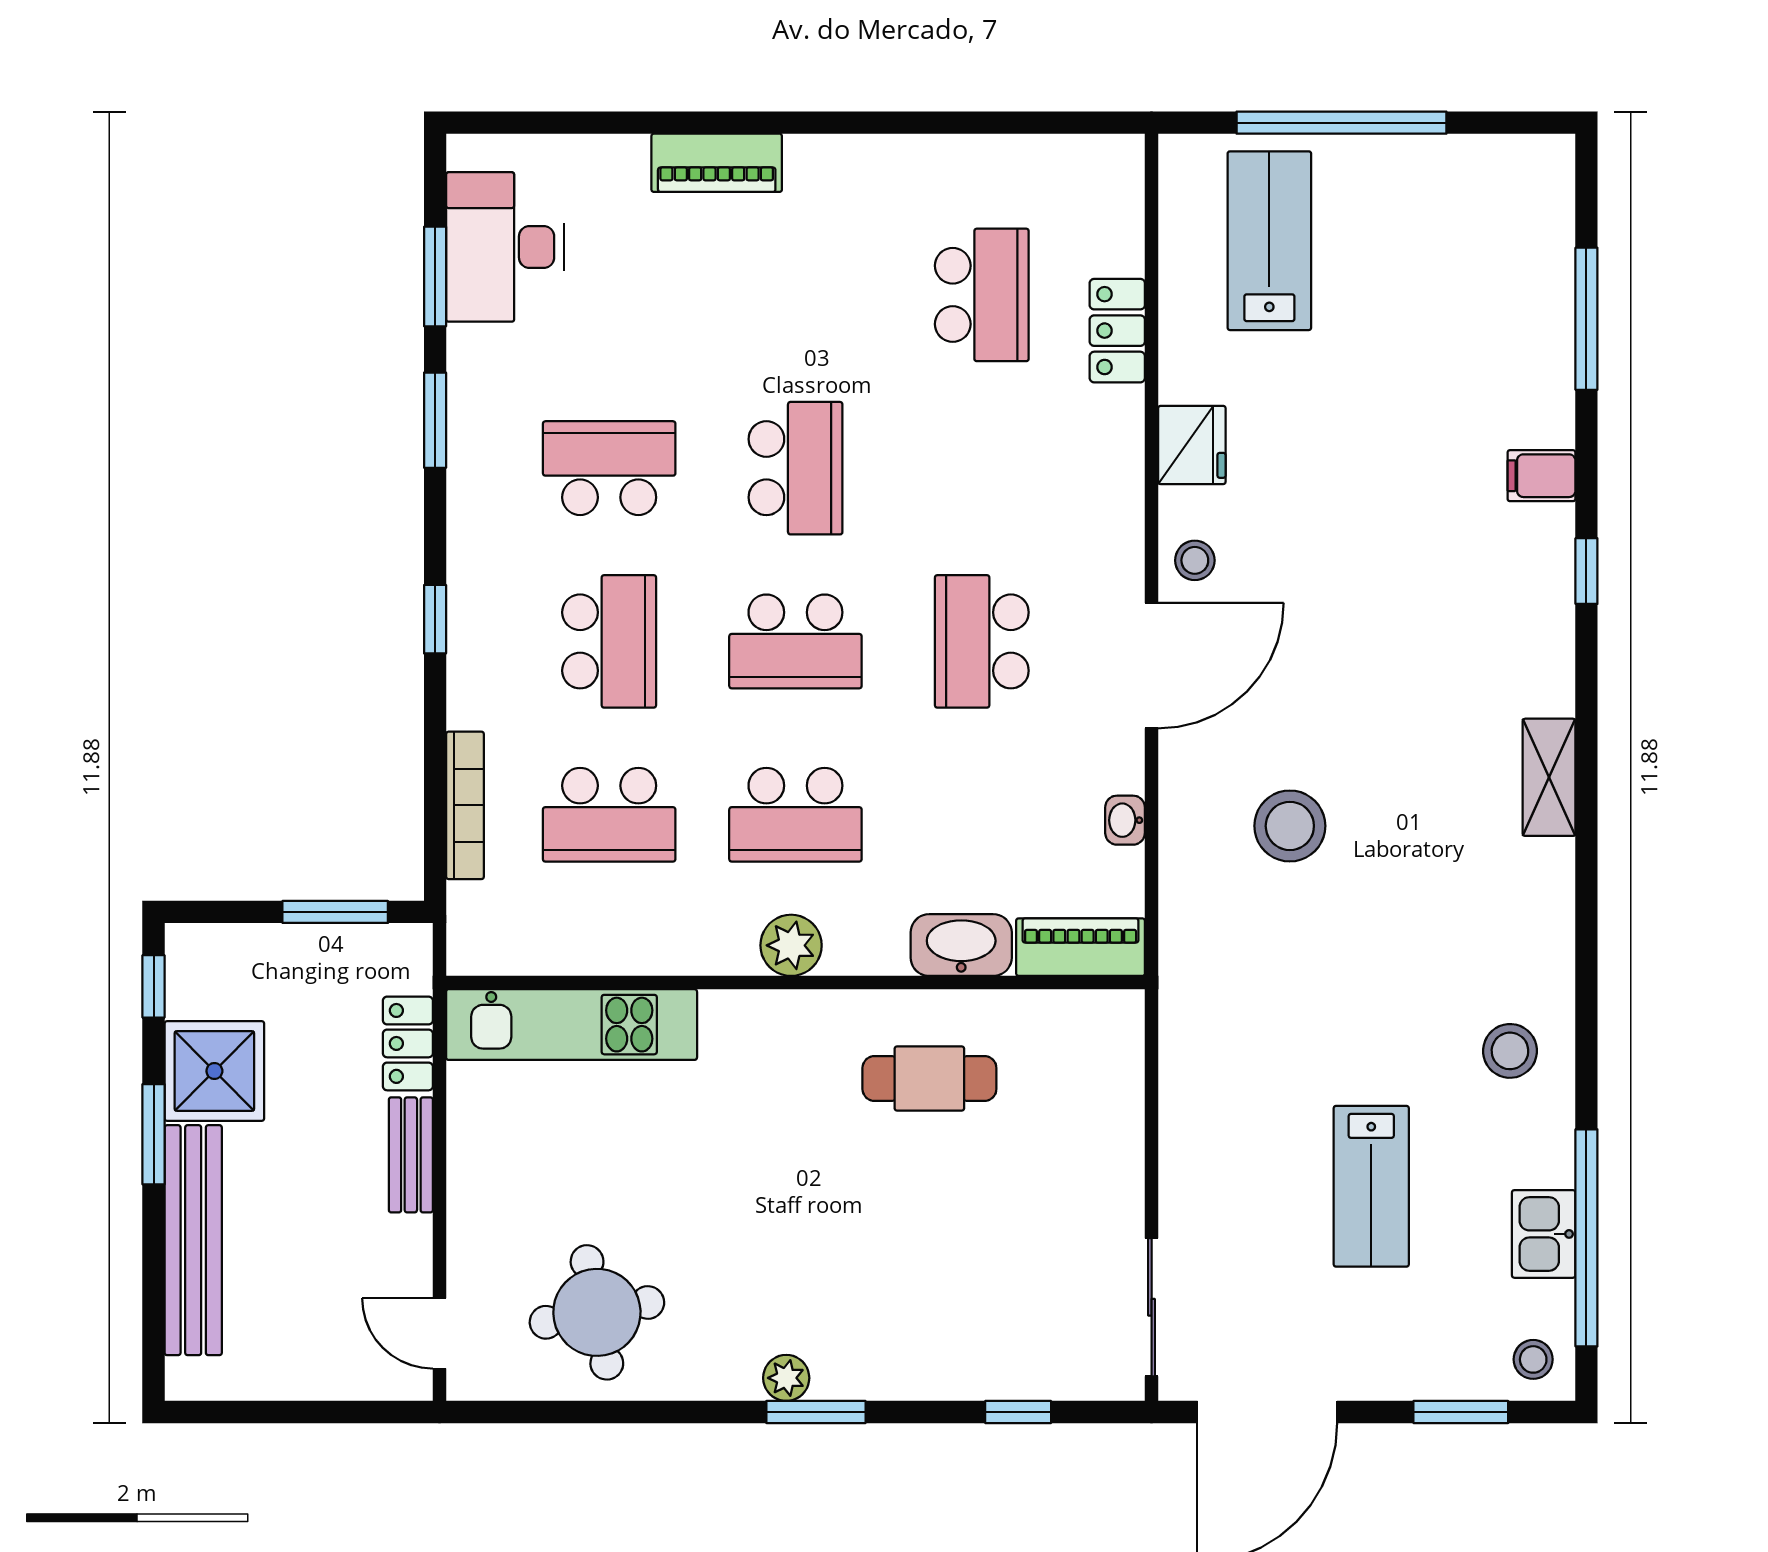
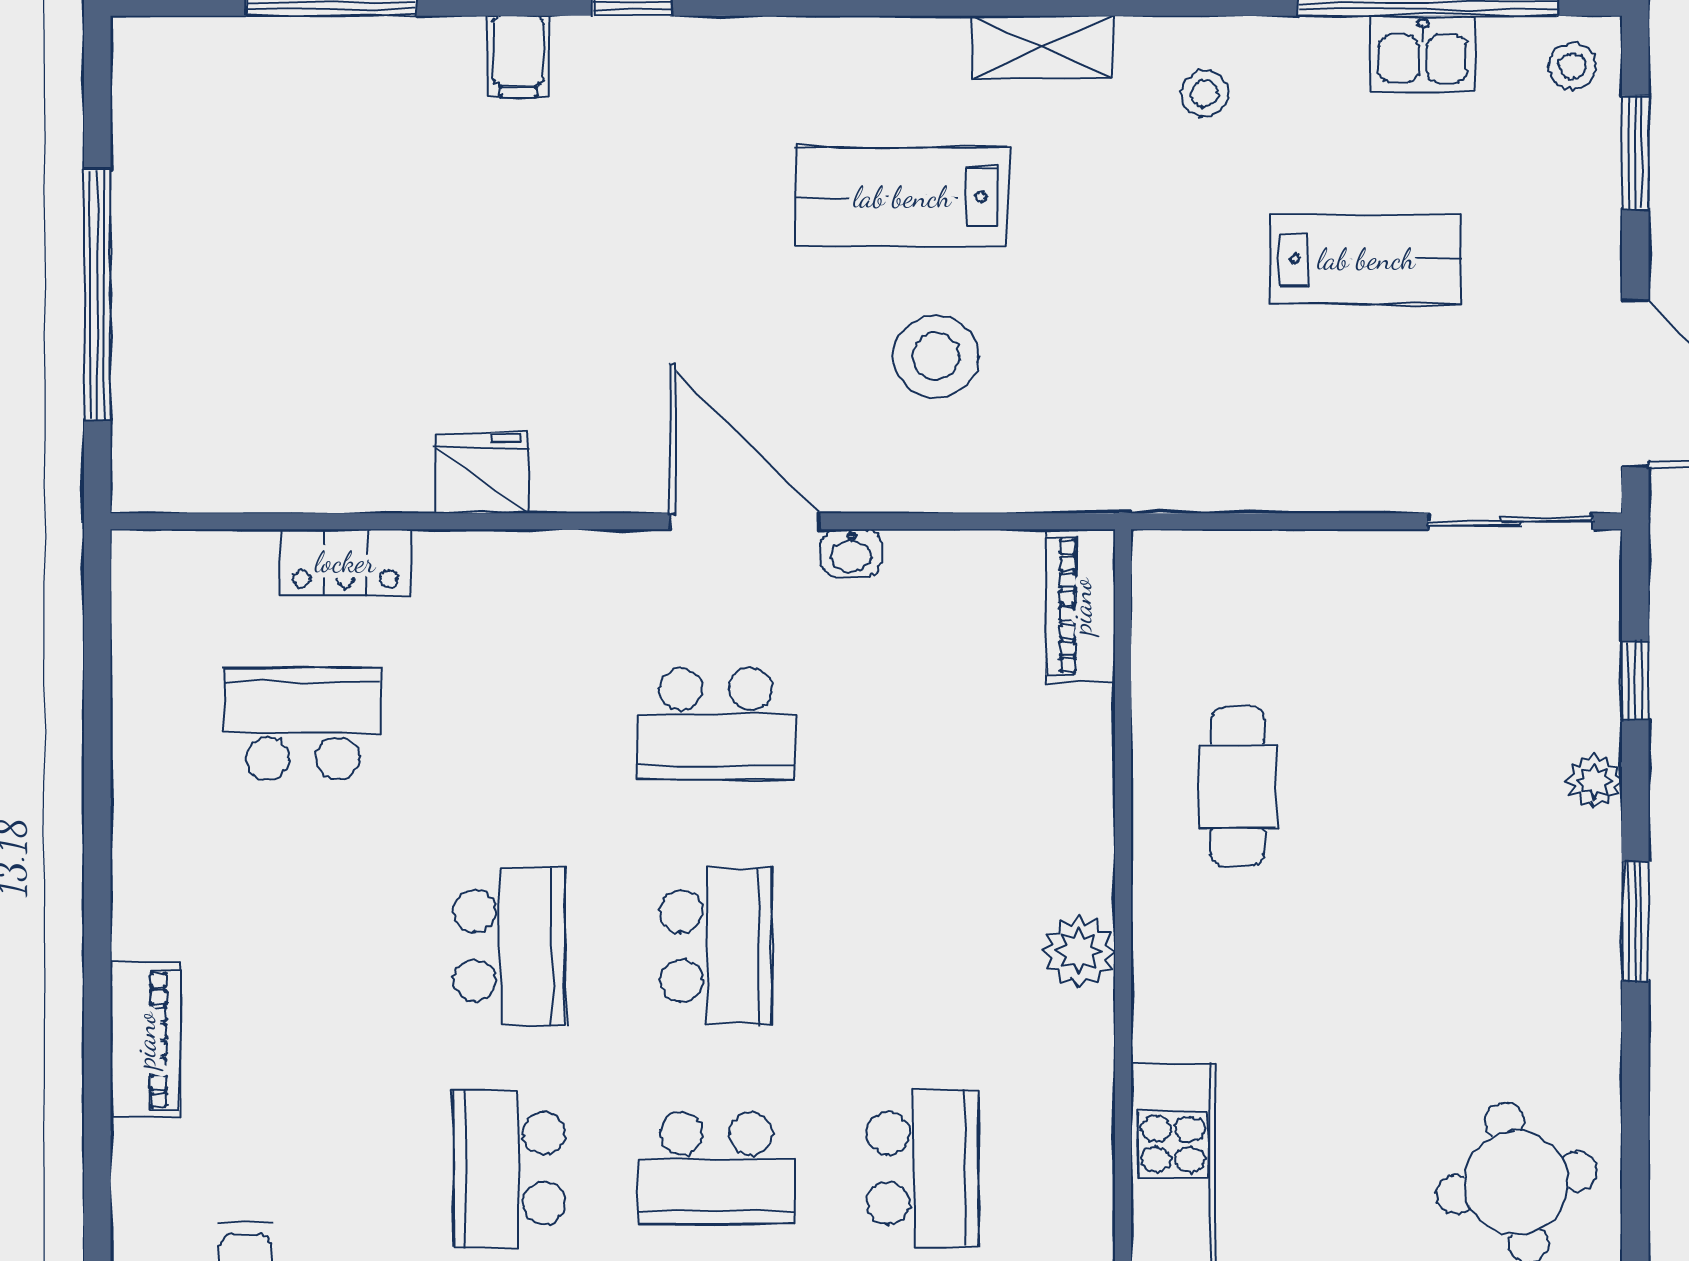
lab bench: (1269, 241) -> (902, 197), moved
school desk: (795, 468) -> (509, 946), turned 90
stool: (1195, 560) -> (619, 470), removed
school desk: (609, 641) -> (716, 1168), turned 180
shelving: (1549, 777) -> (1042, 47), moved
school desk: (795, 815) -> (923, 946), removed
washbasin: (1125, 820) -> (851, 553), moved
washbasin: (961, 945) -> (1078, 748), removed
stool: (1510, 1051) -> (1205, 94), width x0.73, depth x0.73
plant: (786, 1378) -> (1595, 781), moved

